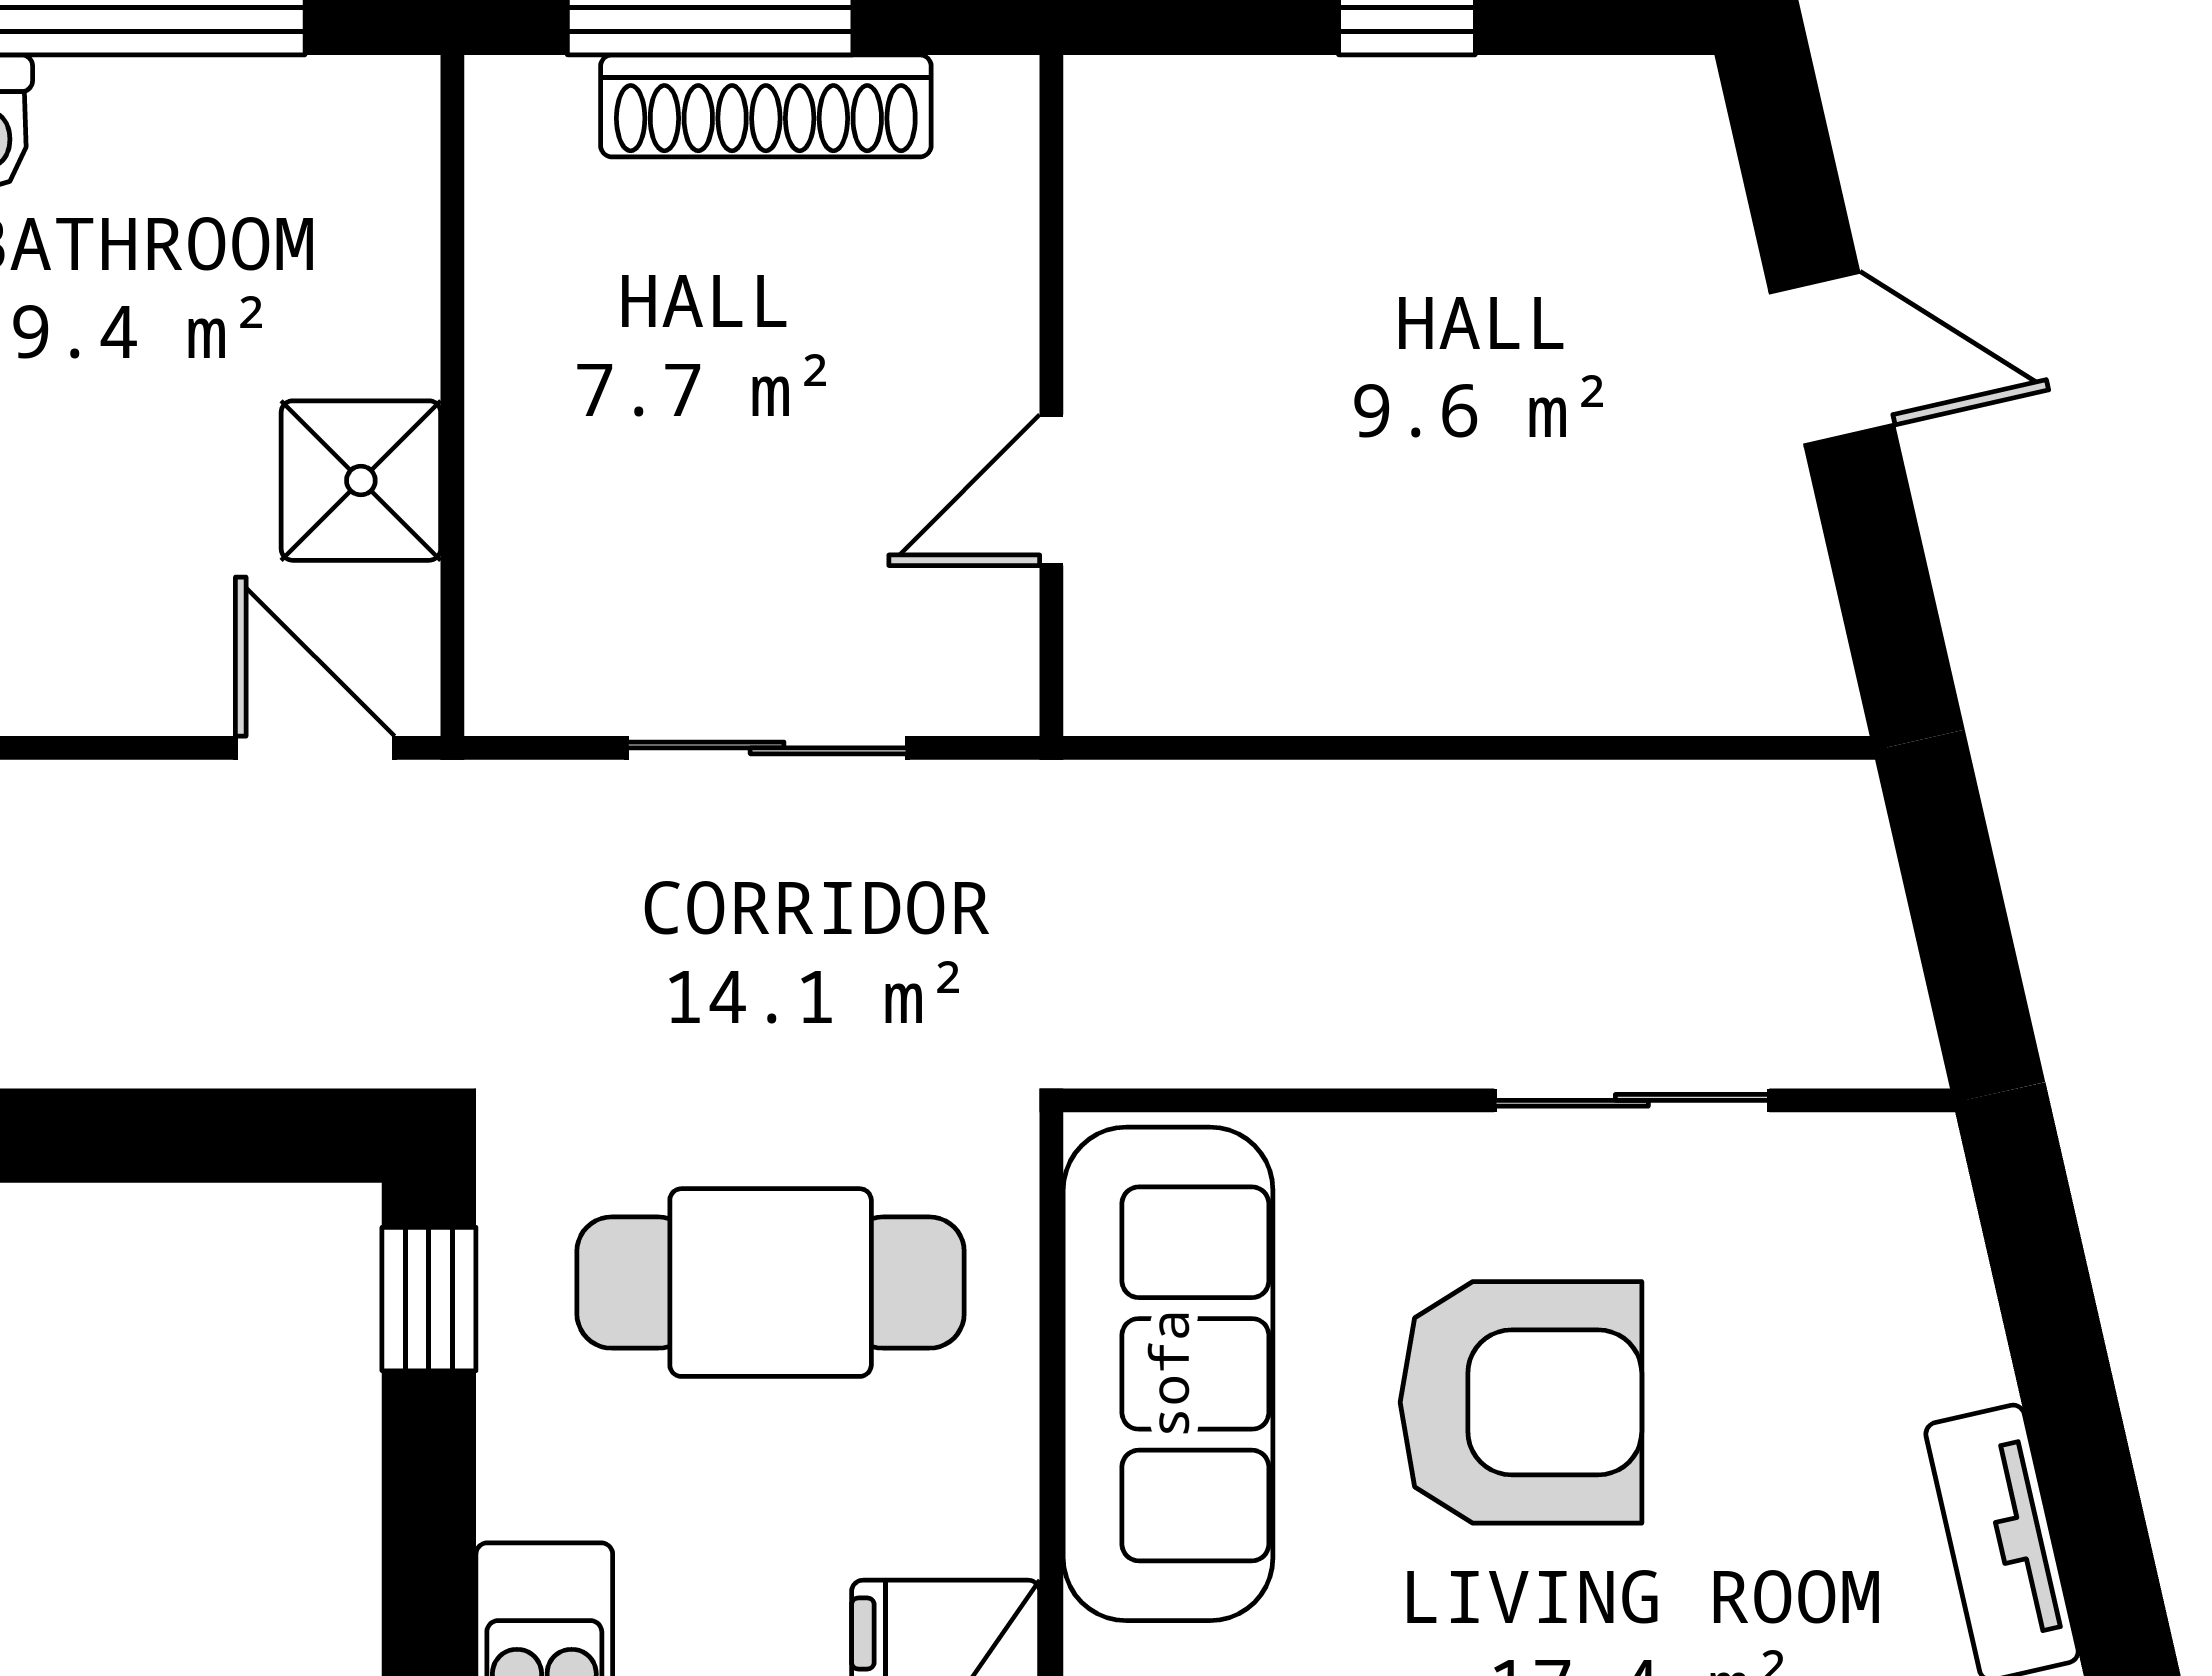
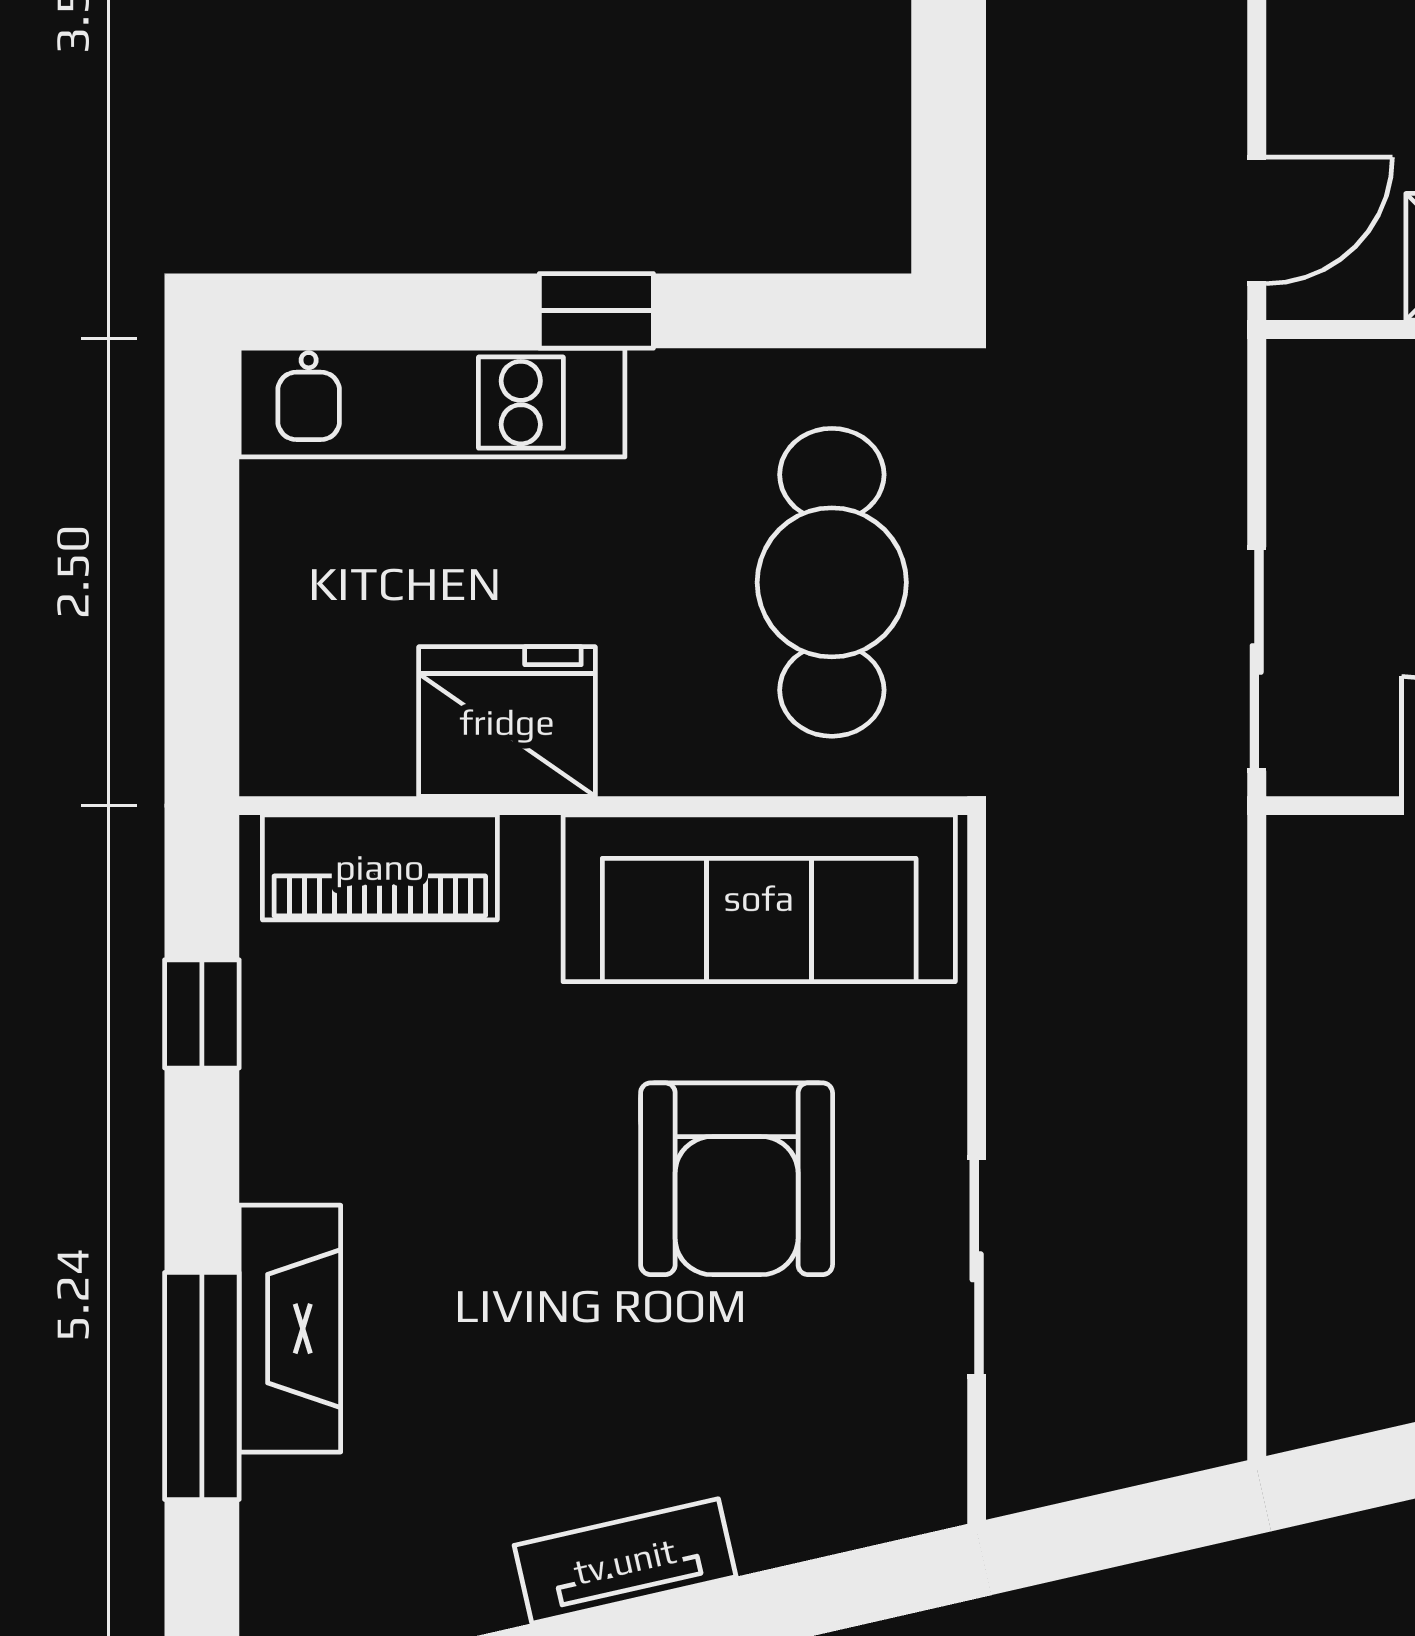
sliding door: (767, 748) -> (1257, 659), moved
window: (429, 1299) -> (596, 311), moved

